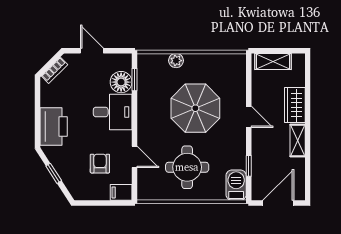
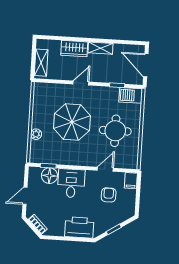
armchair: (100, 164) -> (109, 195), turned 90

